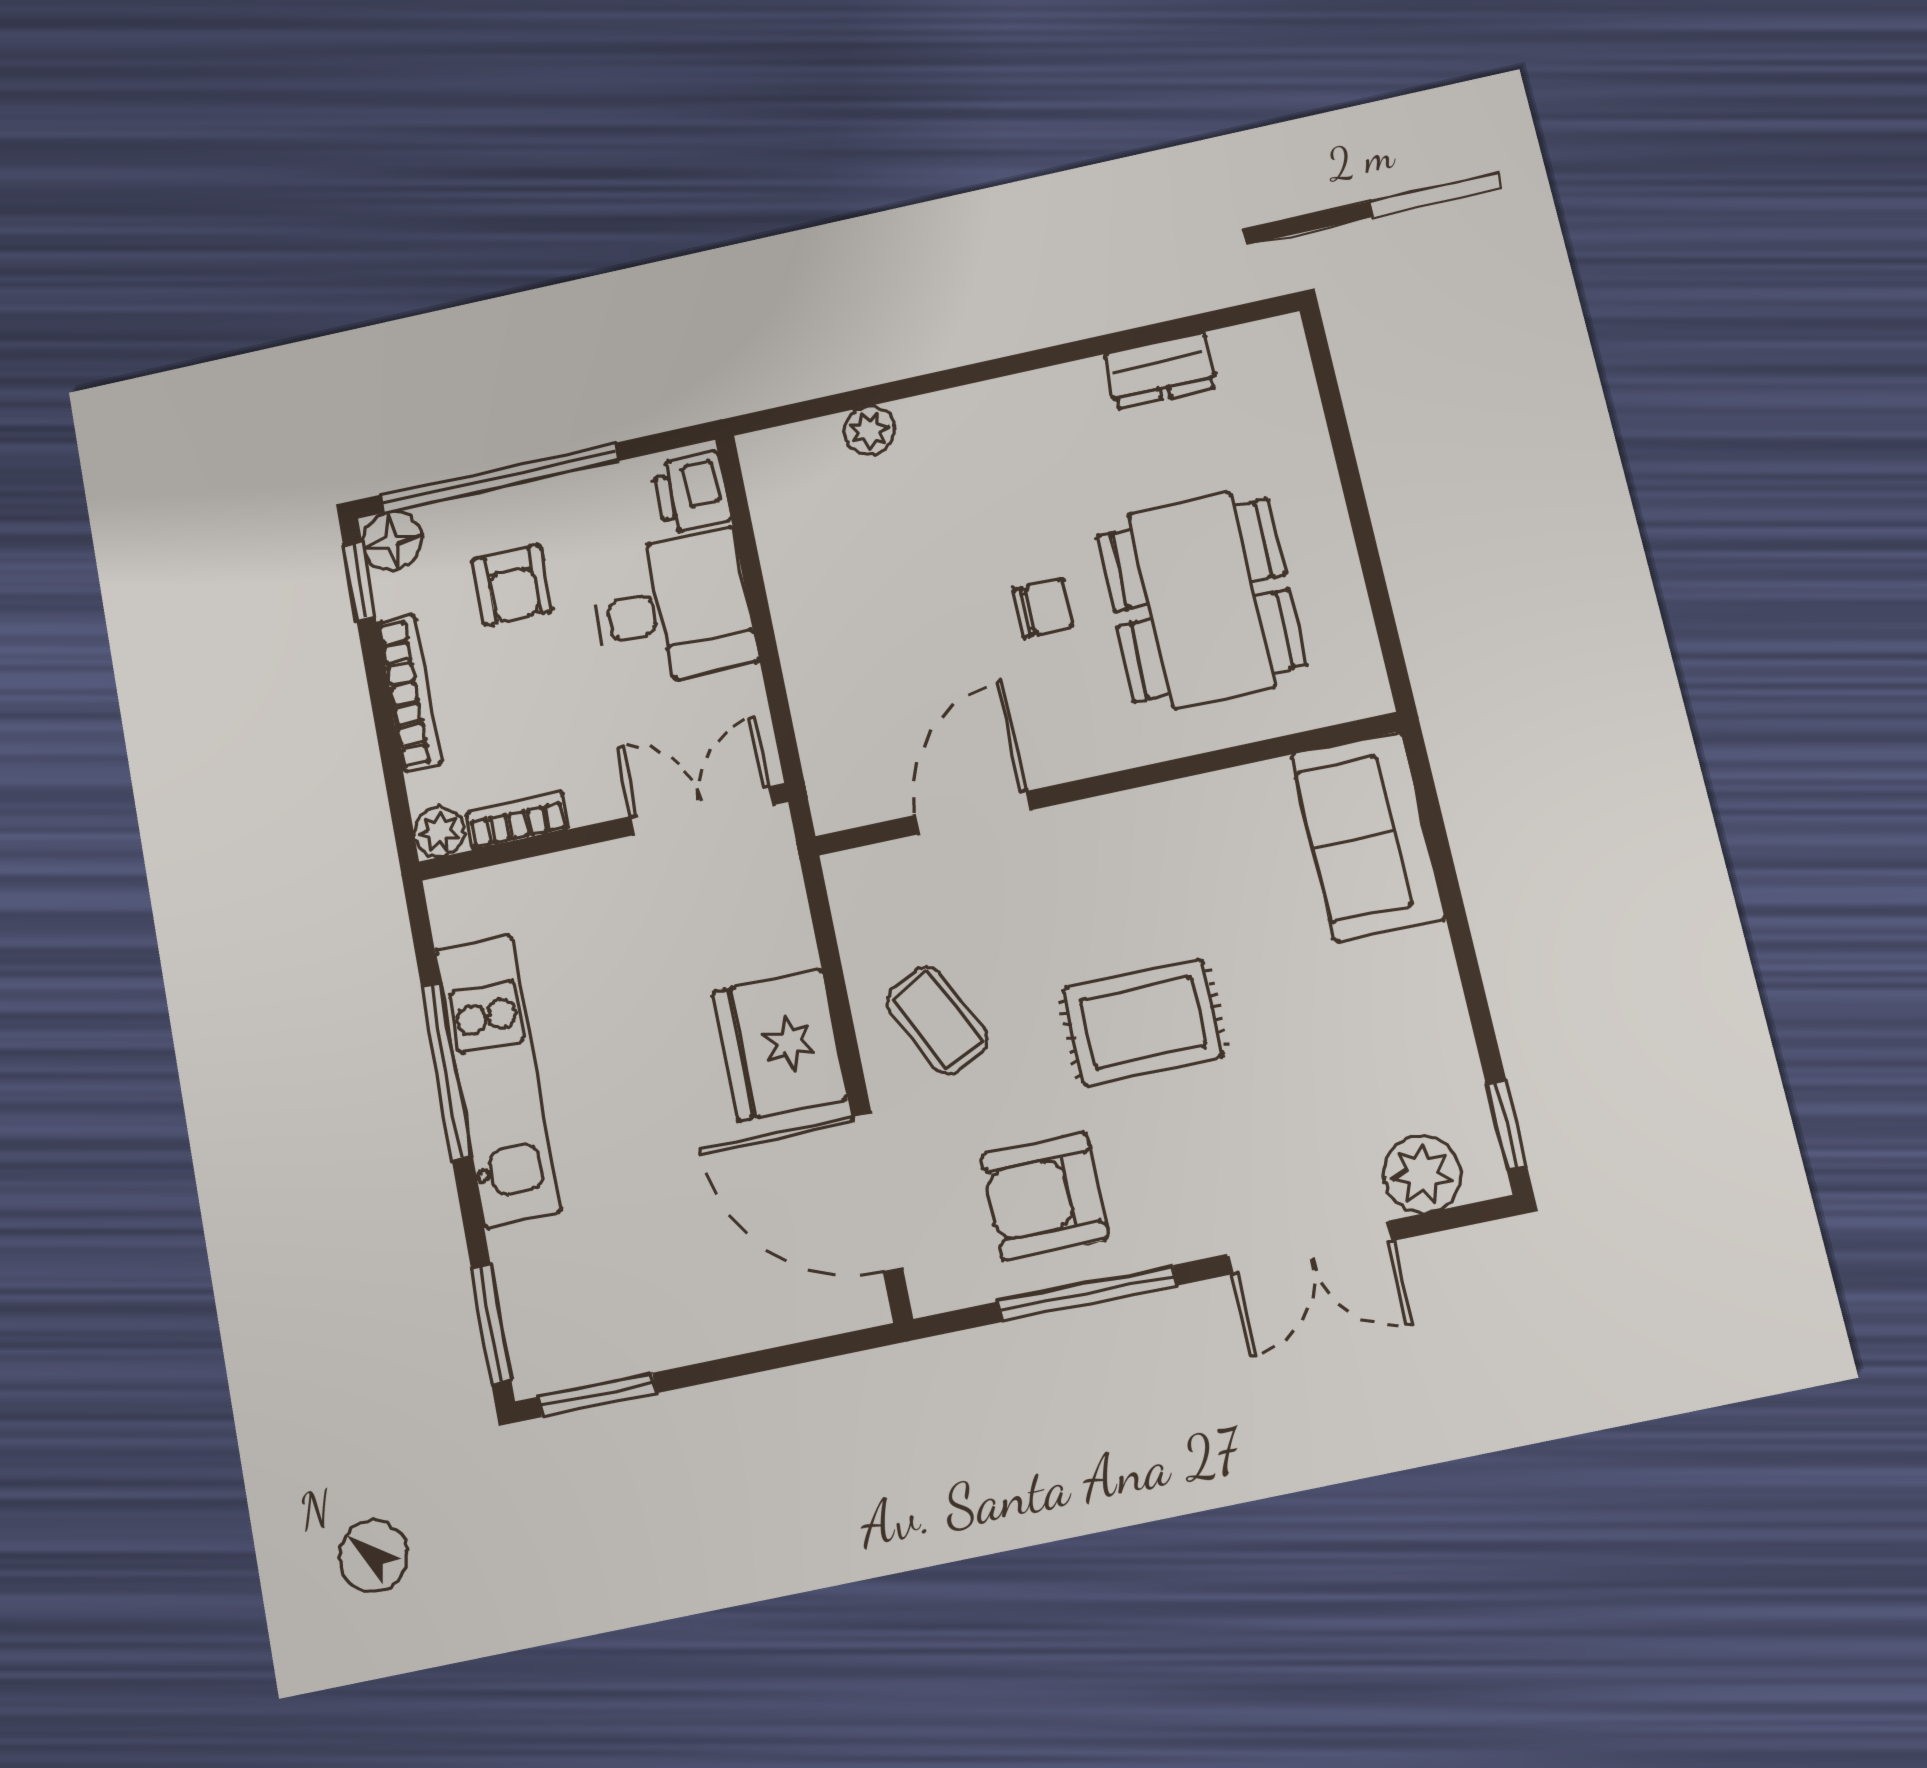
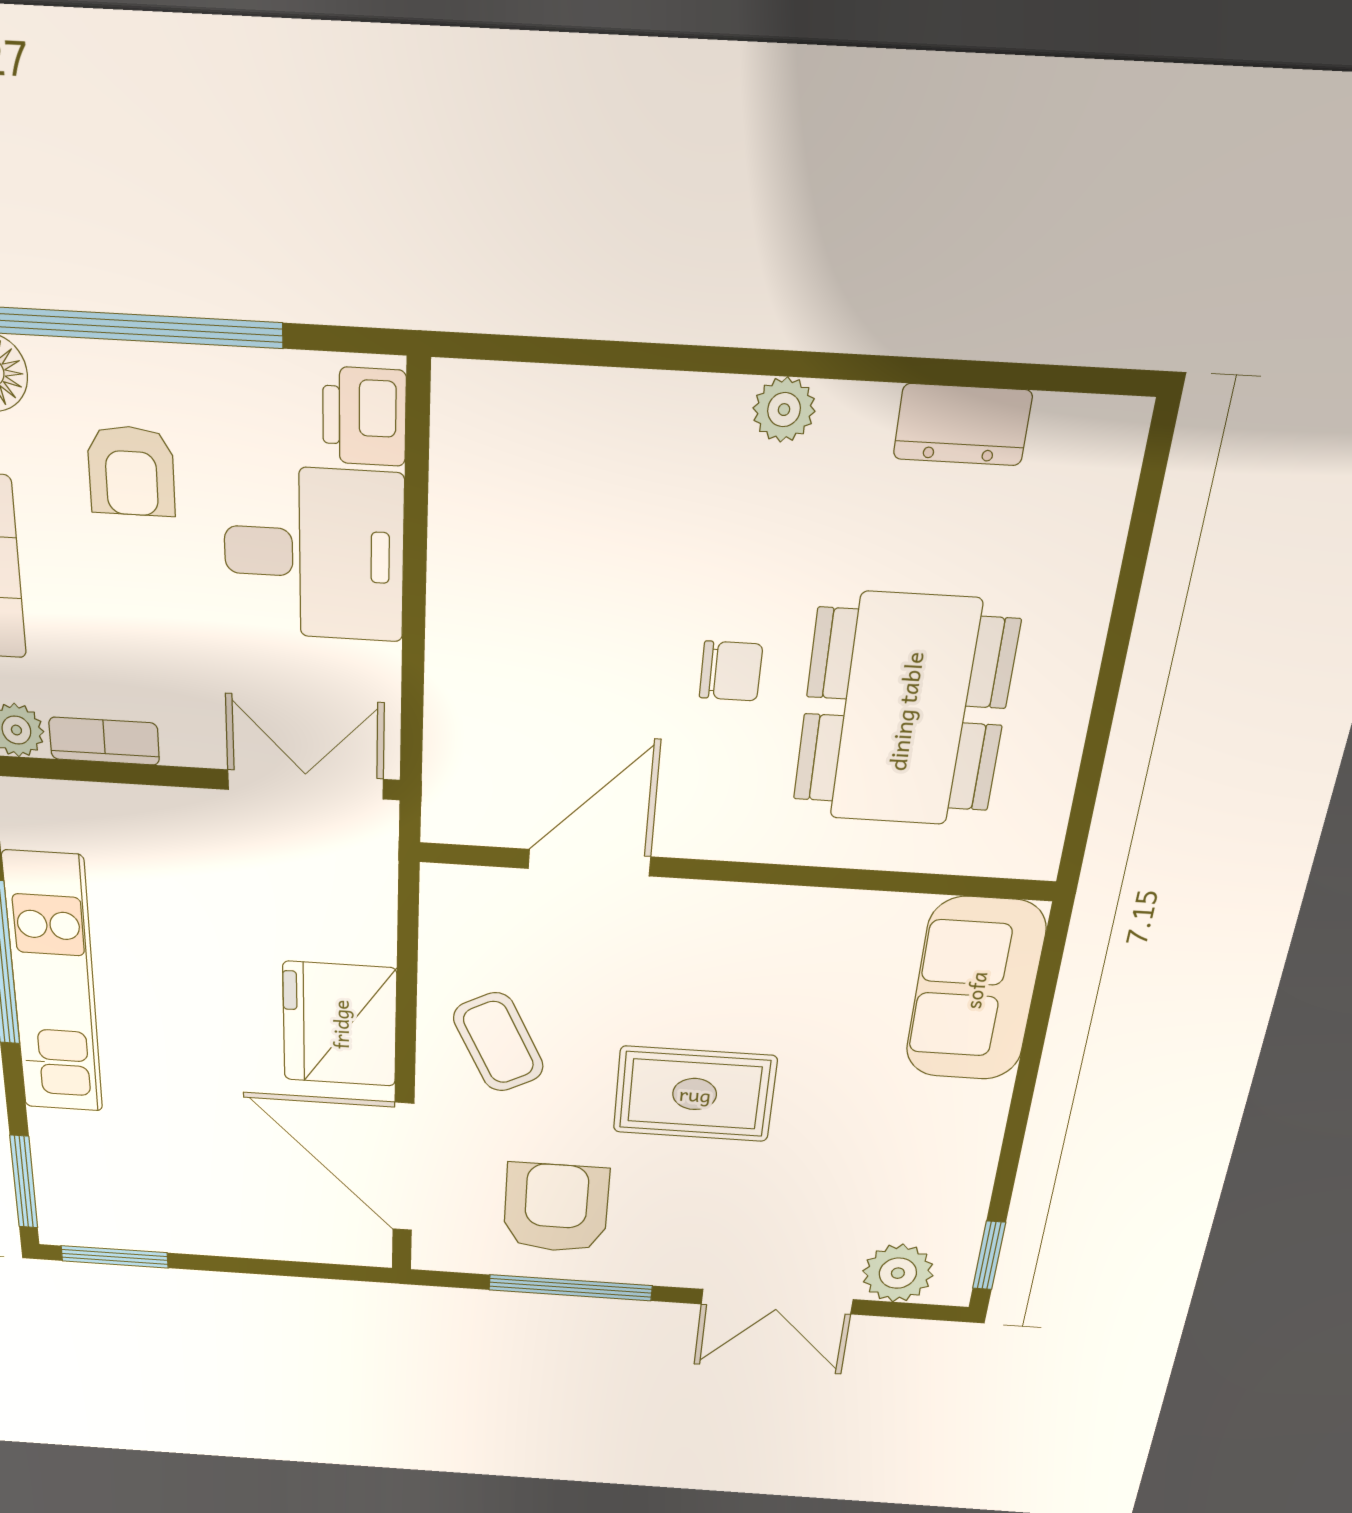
plant: (869, 431) -> (784, 410), moved
armchair: (1045, 1197) -> (556, 1208), turned 90

